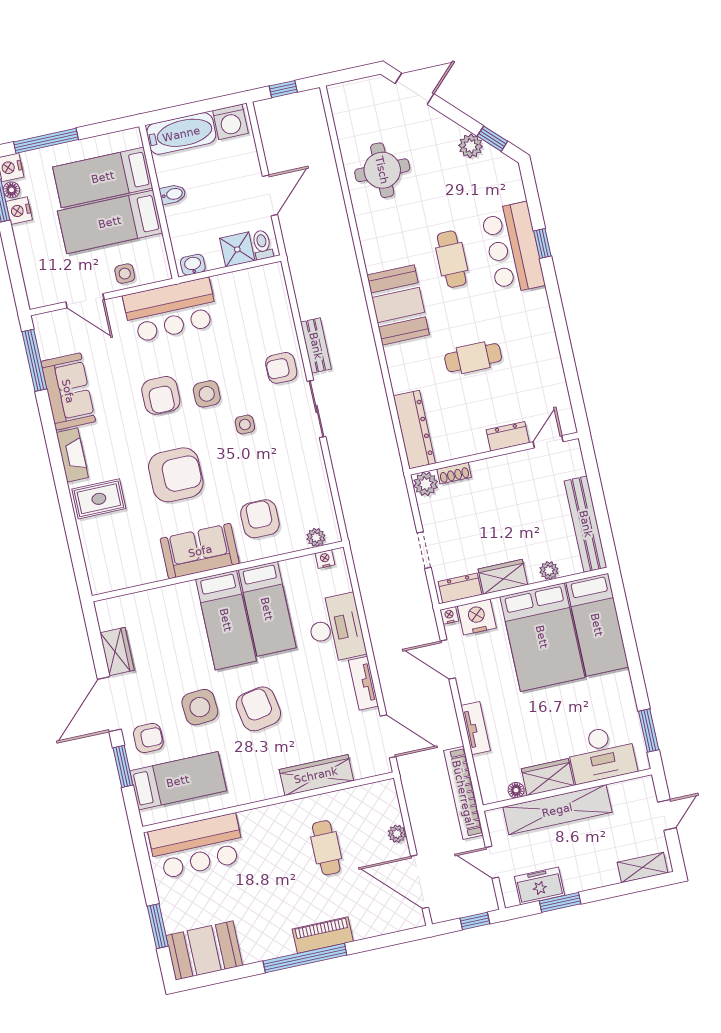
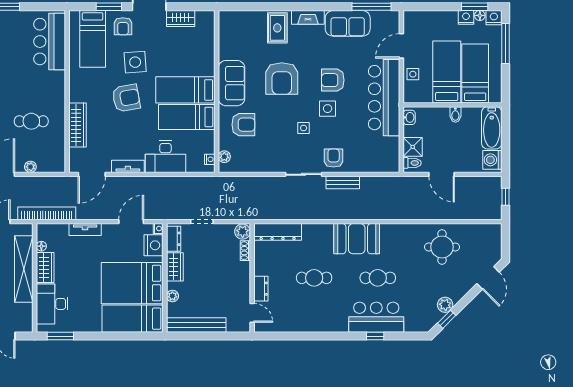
bar counter: (171, 310) -> (384, 98), width x1.36
cafe table: (473, 358) -> (314, 278), turned 90

